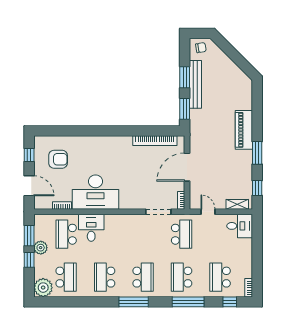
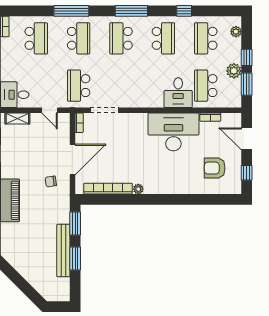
chair: (201, 48) -> (51, 181), moved
plant: (127, 140) -> (138, 189), added
school desk: (66, 234) -> (206, 86), turned 180
plant: (43, 288) -> (236, 32), width x0.53, depth x0.53
window: (230, 302) -> (184, 11), moved

